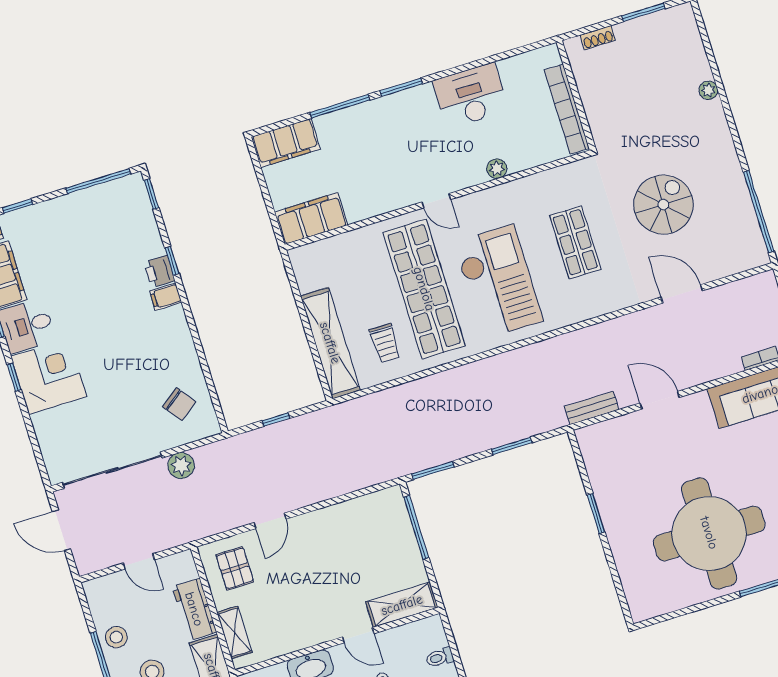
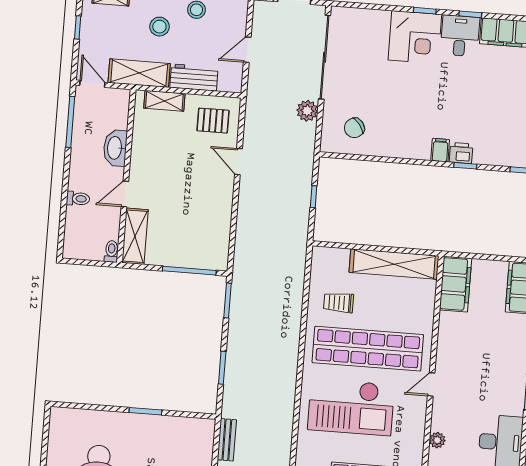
shelving: (330, 343) -> (394, 264), moved
toilet: (440, 657) -> (111, 251), moved

